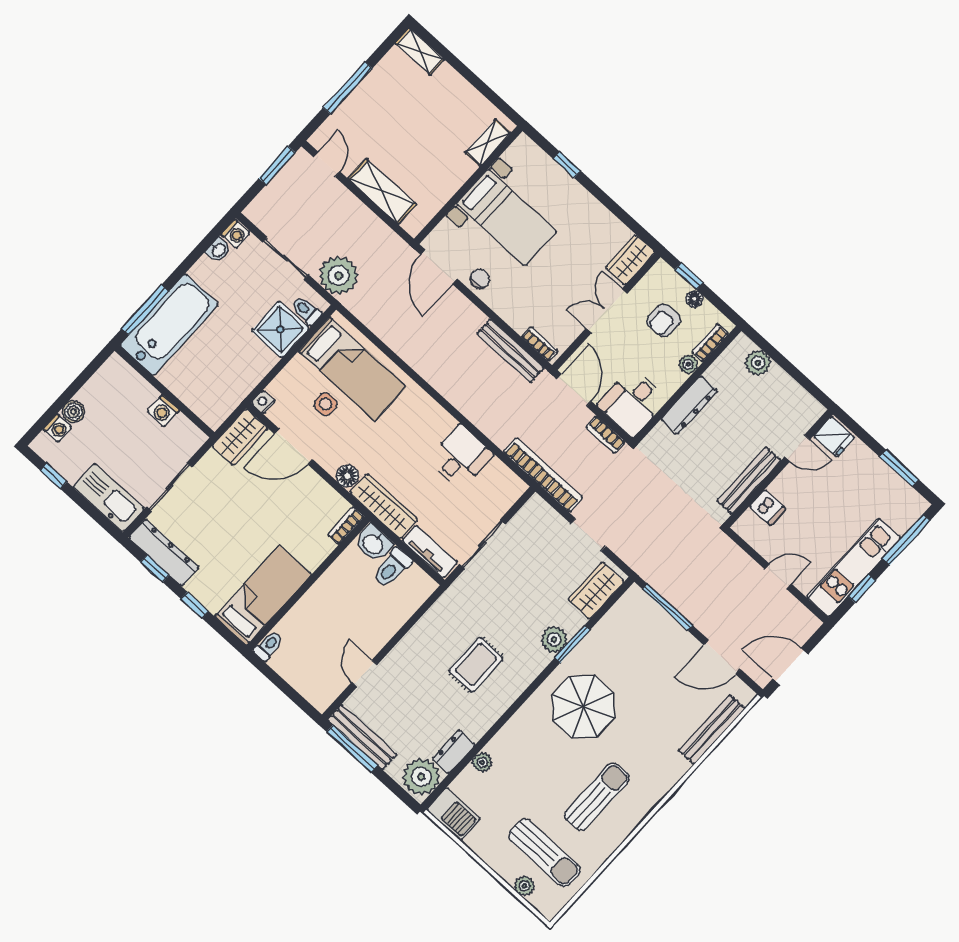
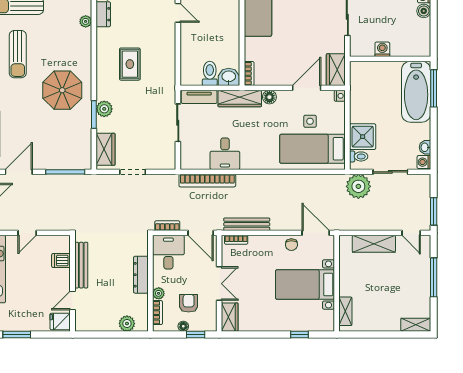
bookcase: (543, 475) -> (207, 181), moved

